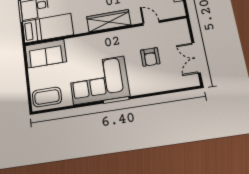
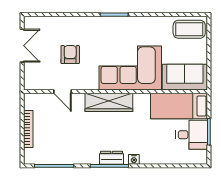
corner sofa: (99, 80) -> (130, 68), moved, turned 180

